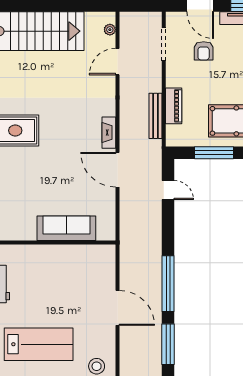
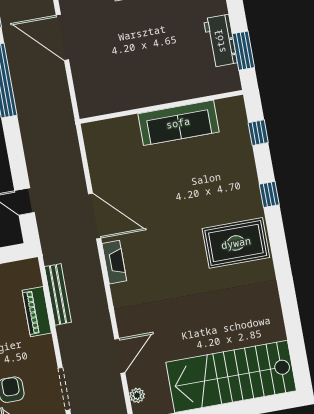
sofa: (66, 228) -> (178, 123), moved

